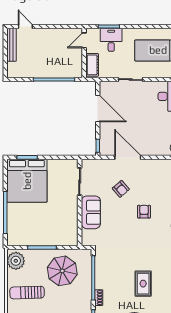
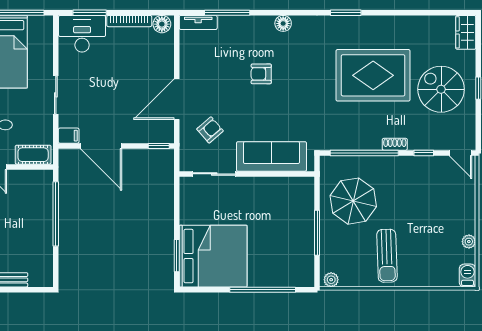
filing cabinet: (104, 88) -> (69, 136), added
door: (98, 109) -> (101, 146), swing flipped
armchair: (121, 189) -> (210, 130), moved
sofa: (91, 212) -> (271, 156), width x1.36
plant: (16, 261) -> (331, 280), width x0.53, depth x0.53
rug: (143, 284) -> (373, 75), width x1.86, depth x2.06

